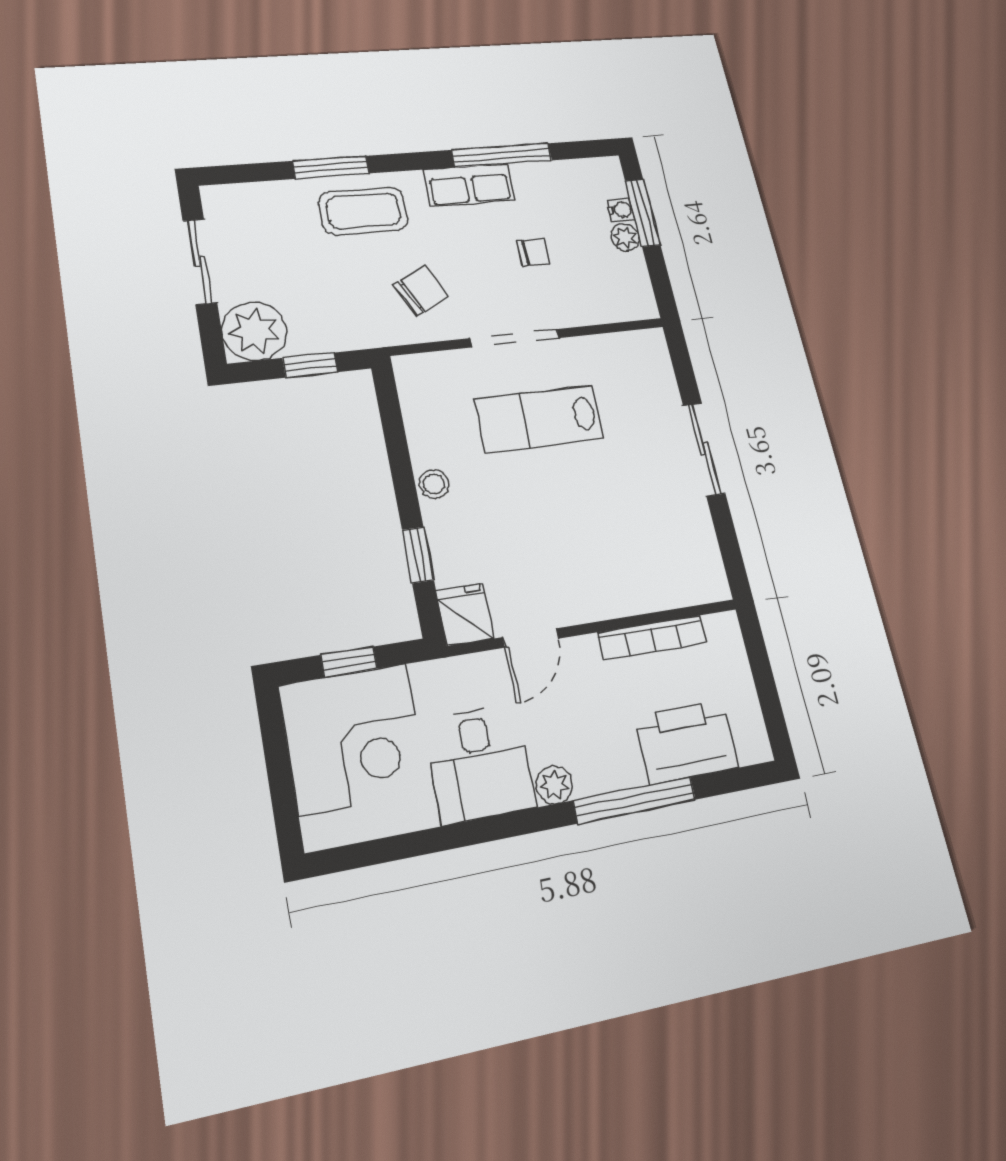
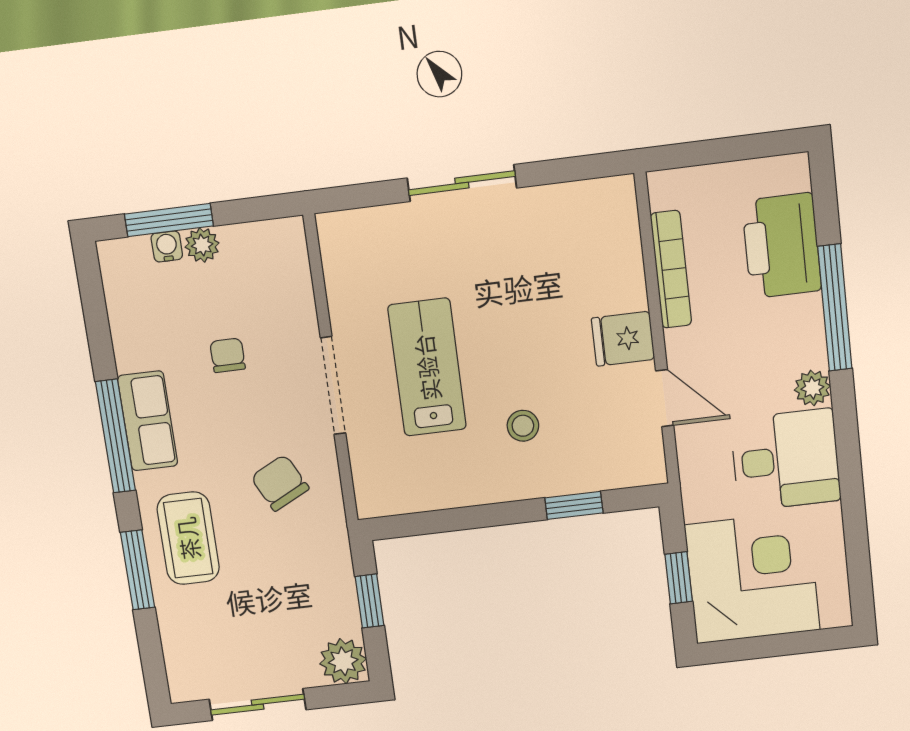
window: (502, 155) -> (115, 436), moved
plant: (254, 331) -> (343, 661), width x0.73, depth x0.73
lab bench: (539, 419) -> (427, 367), turned 180
stool: (434, 484) -> (523, 426), moved
fridge: (465, 614) -> (623, 339), moved

